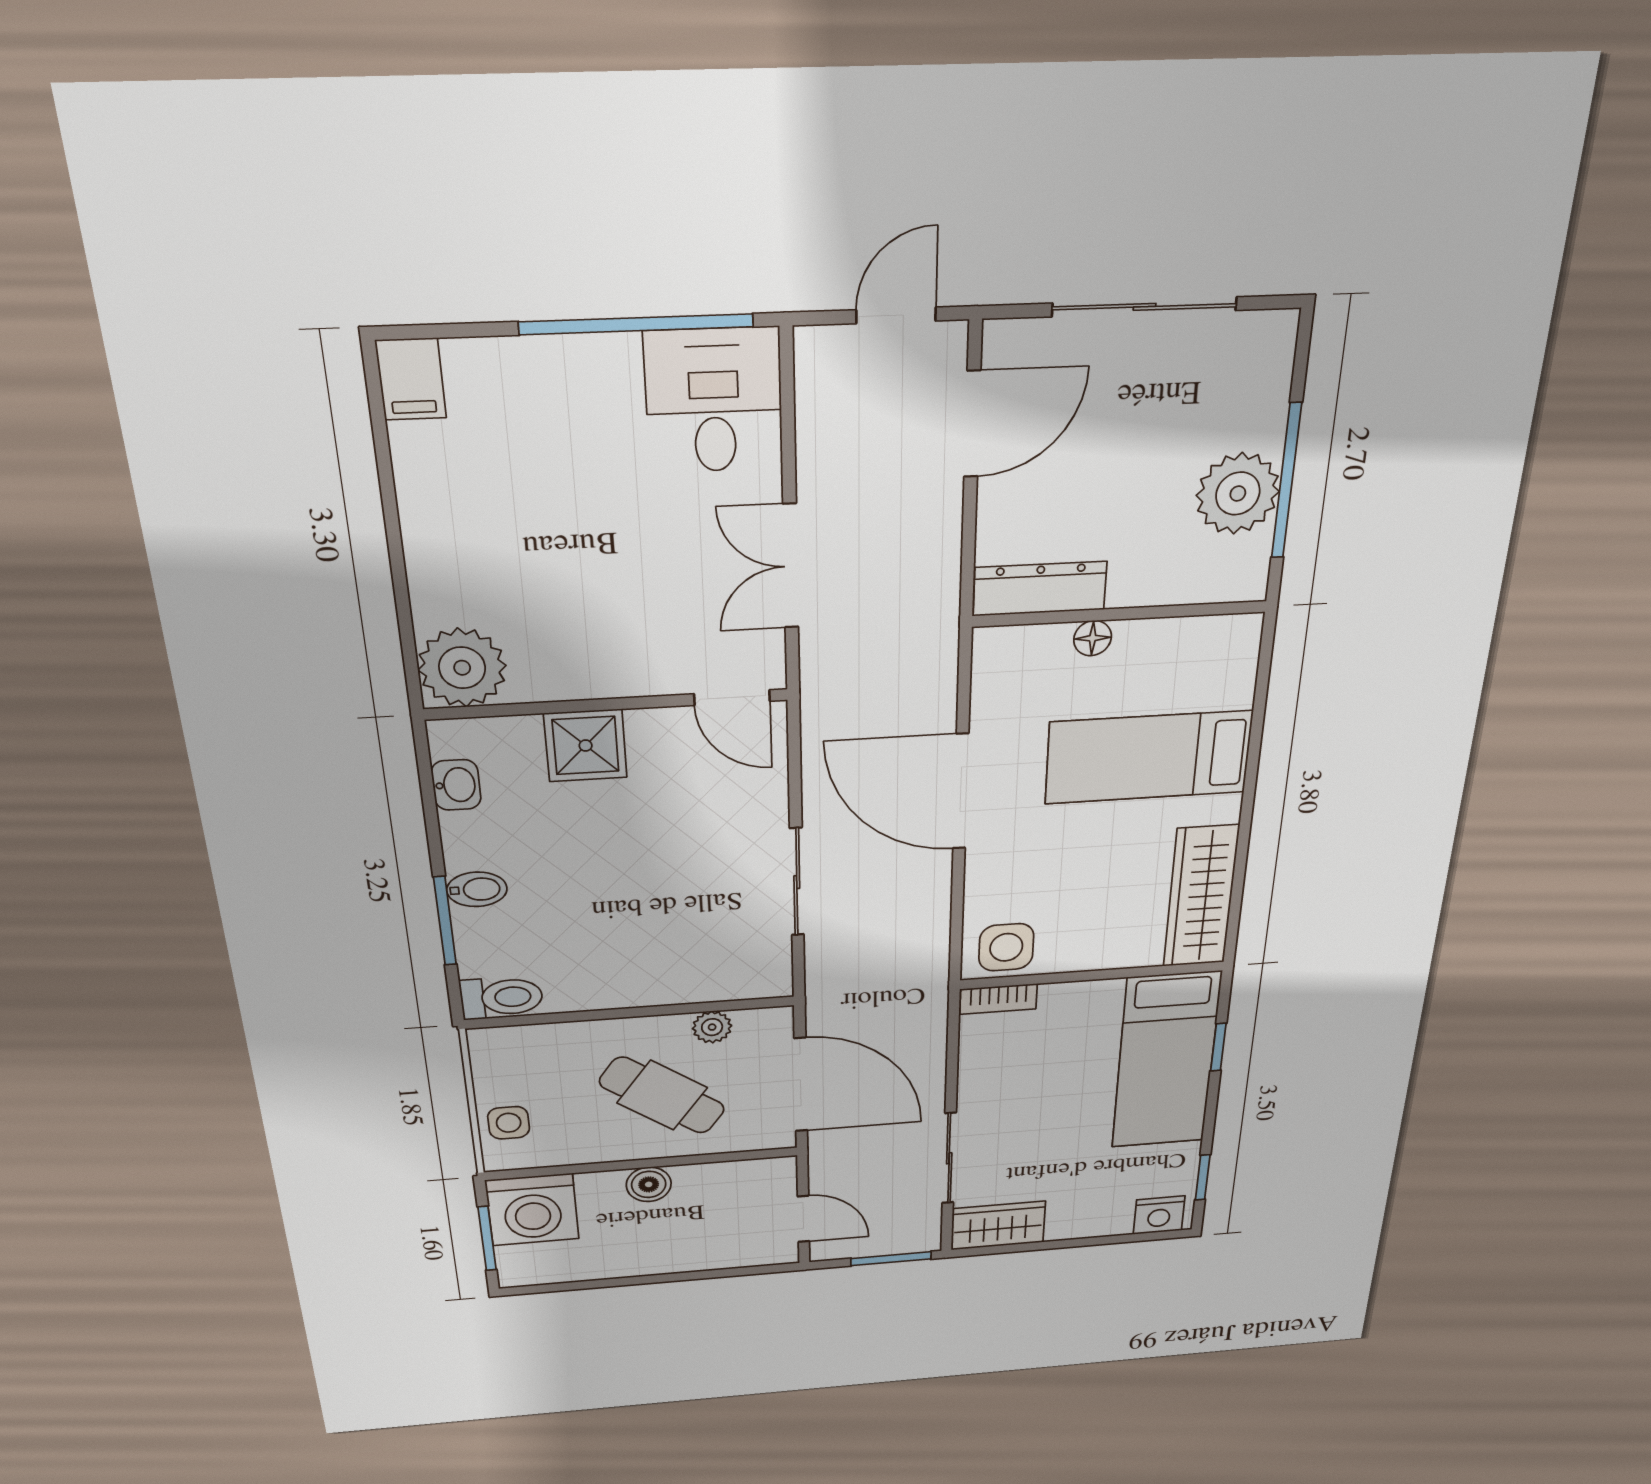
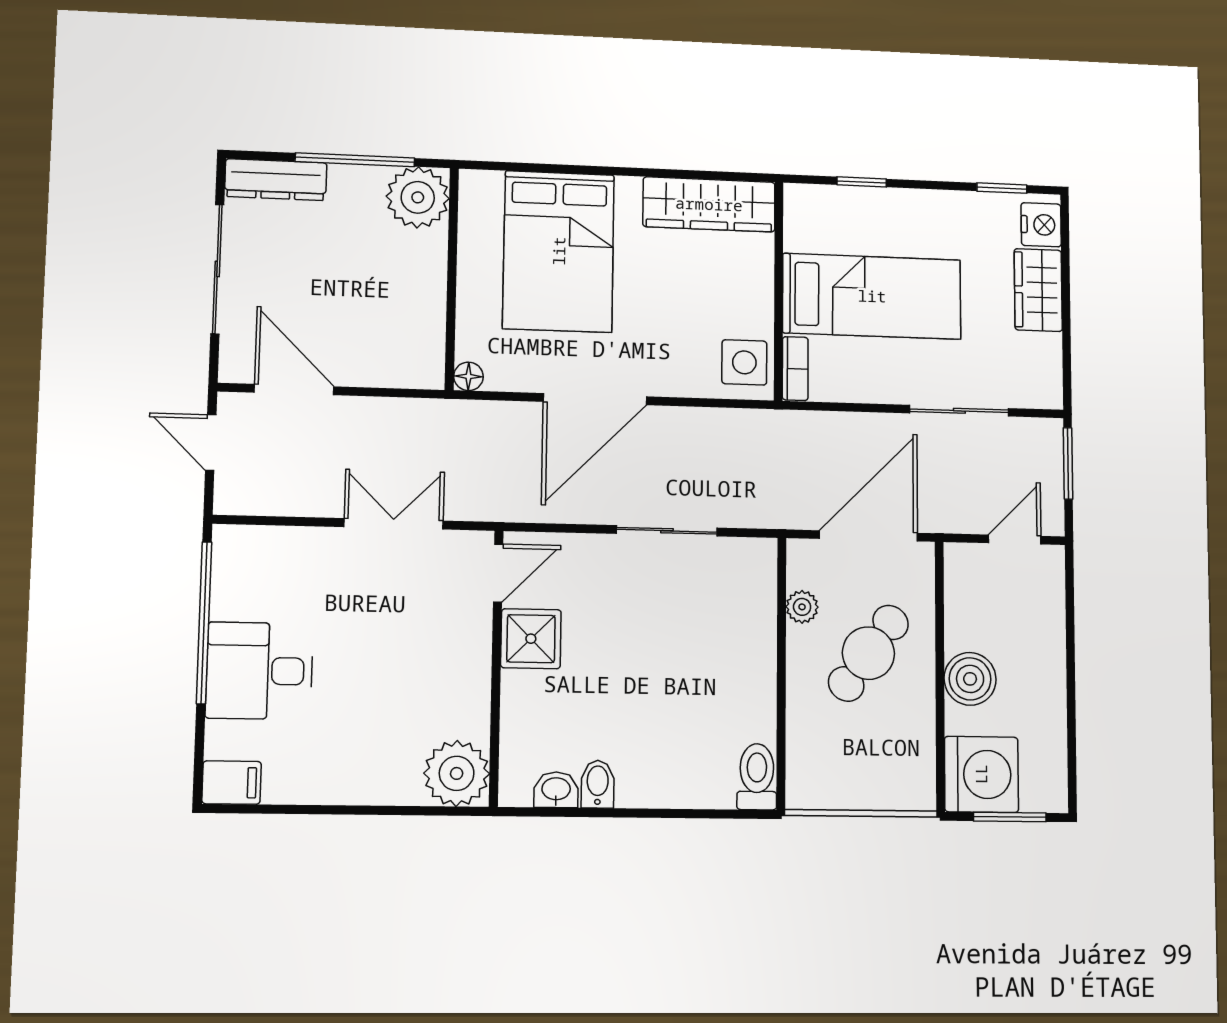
desk: (714, 401) -> (259, 671), moved
plant: (1238, 494) -> (418, 197), moved
double door: (791, 566) -> (394, 524), swing flipped
dresser: (1040, 589) -> (276, 180), moved, turned -90
floor lamp: (1093, 638) -> (468, 376), moved
shower: (586, 746) -> (531, 639), moved
bed: (1149, 757) -> (559, 251), width x1.50
bidet: (477, 889) -> (598, 784), moved
window: (445, 921) -> (679, 813), removed
bed: (1166, 1061) -> (872, 296), moved
side table: (509, 1123) -> (885, 785), removed
boiler: (649, 1184) -> (970, 679), width x1.36, depth x1.36
wardrobe: (998, 1226) -> (1038, 290), moved

